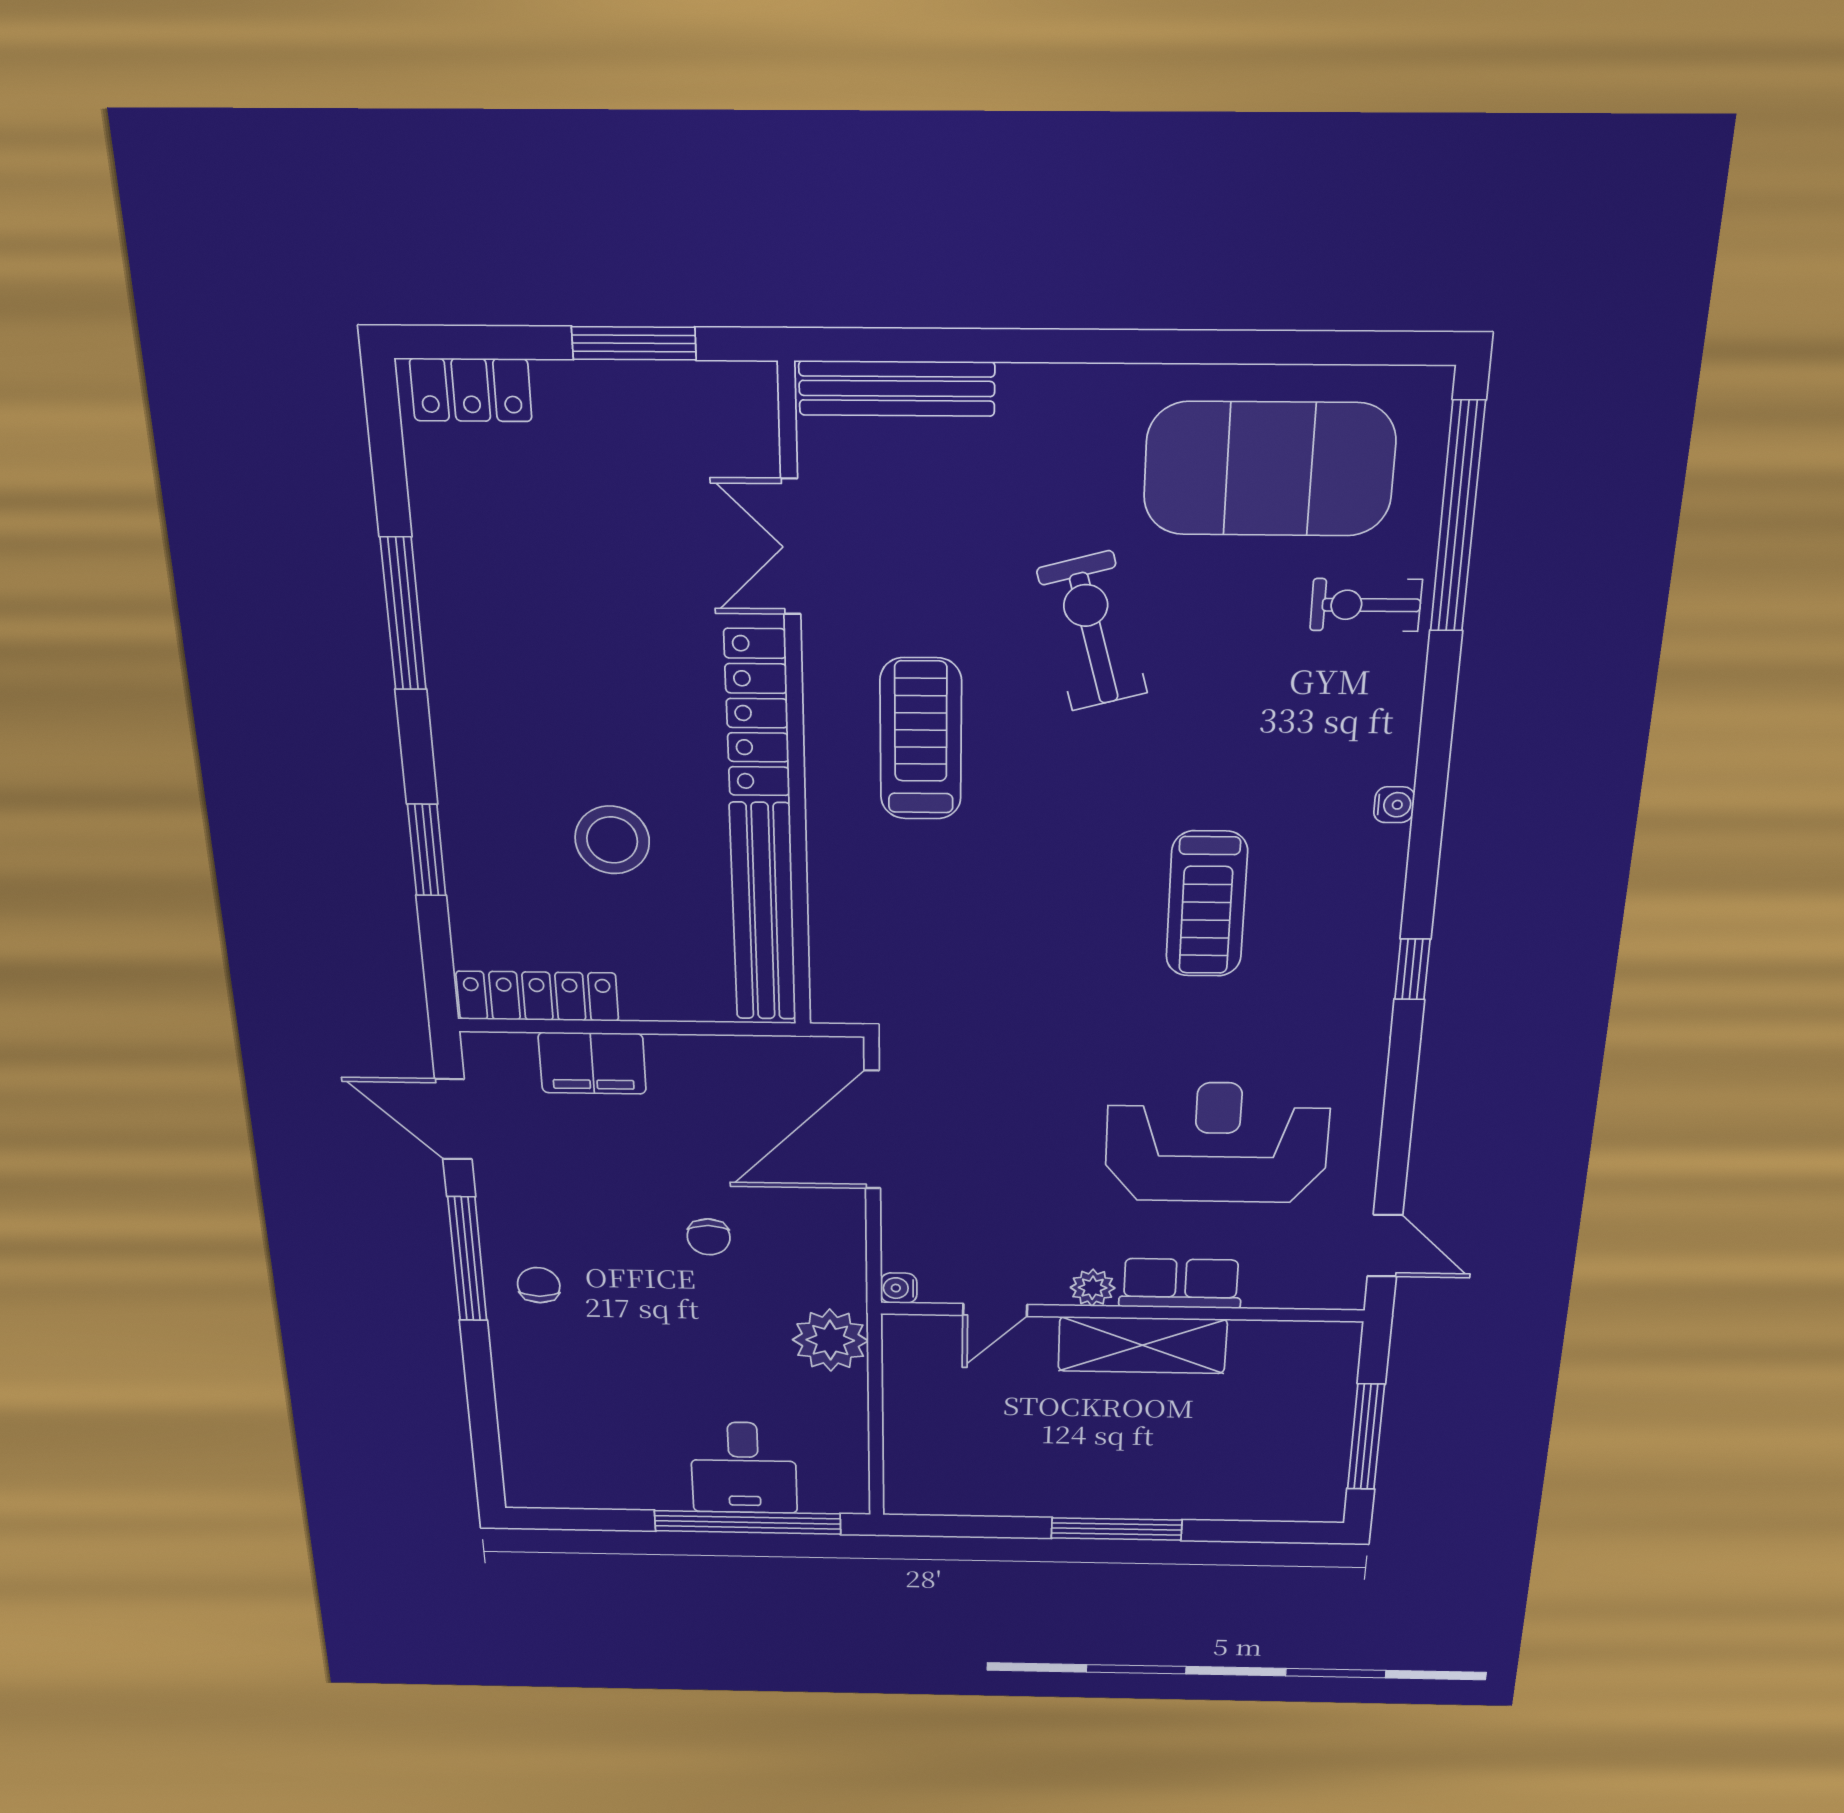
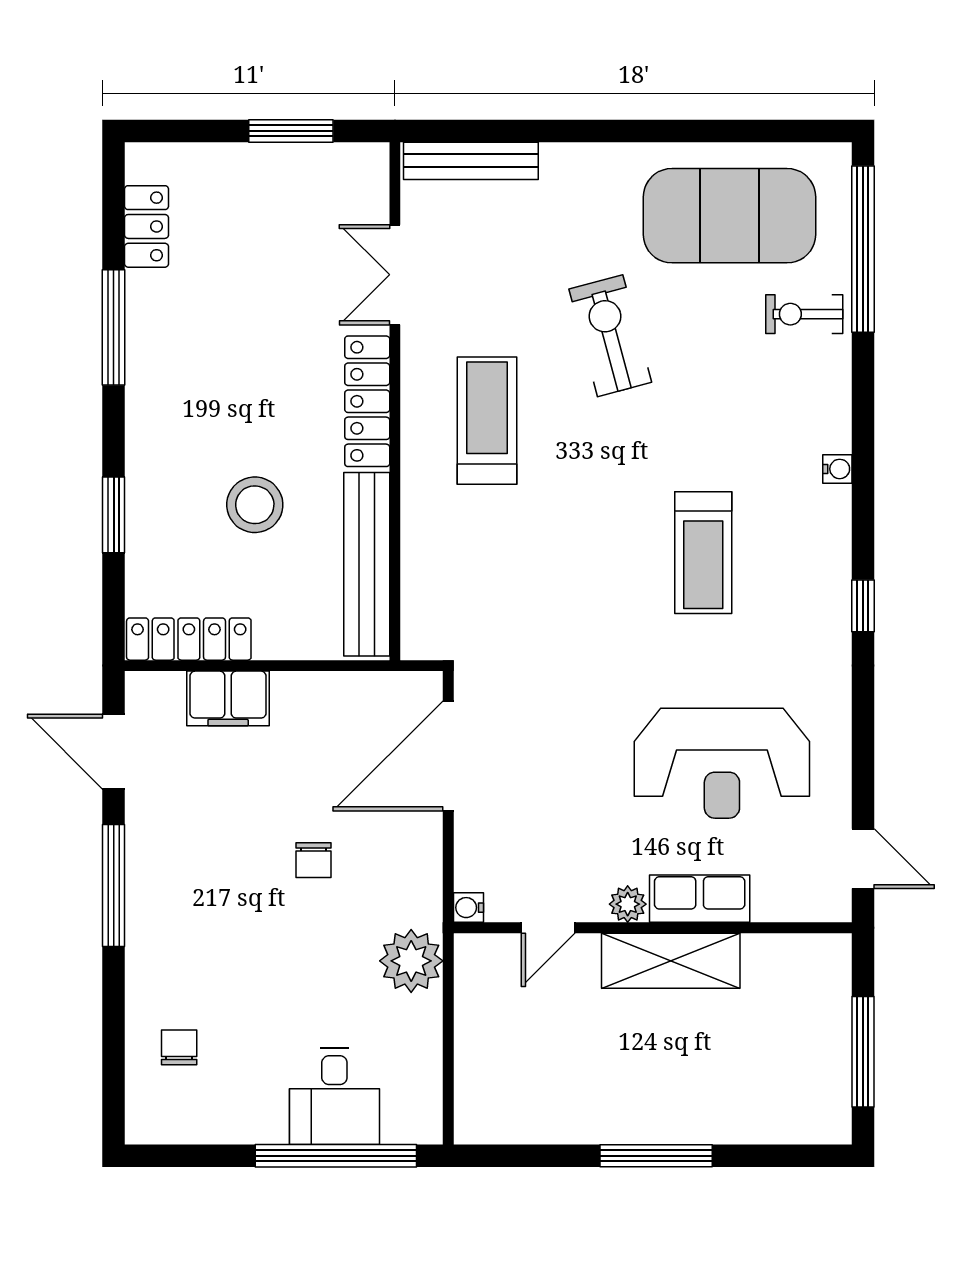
locker: (471, 390) -> (147, 226), moved, turned -90
reception desk: (1217, 1143) -> (722, 763), turned 180
chair: (539, 1285) -> (179, 1047), moved

